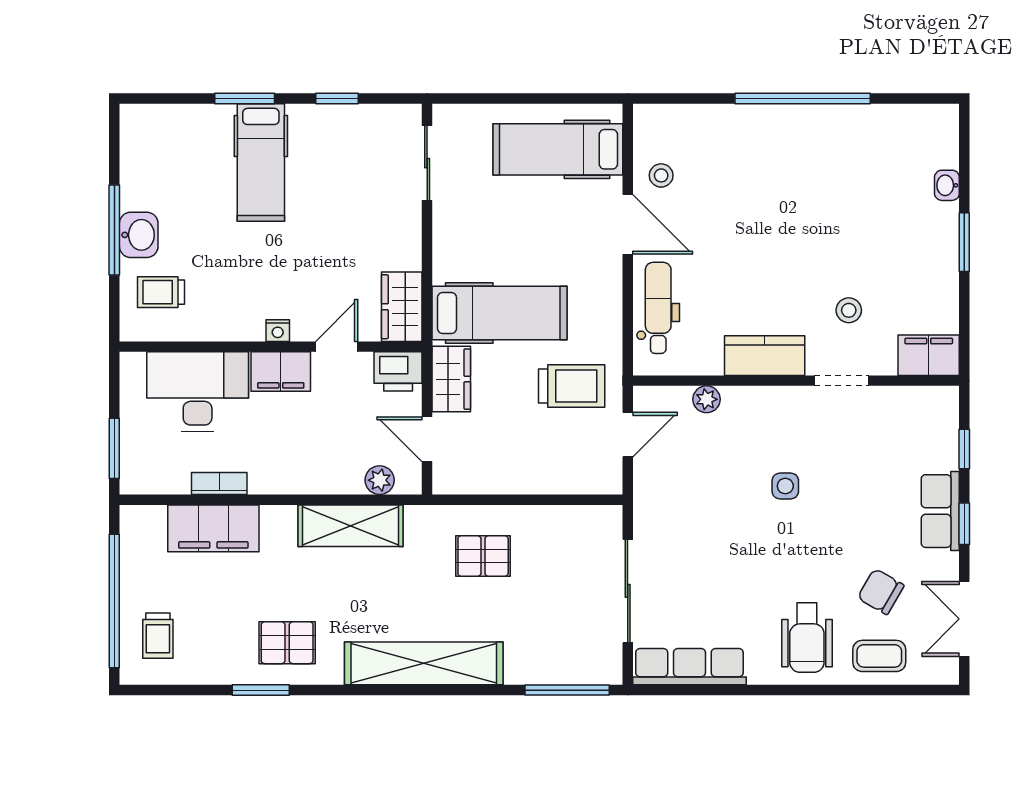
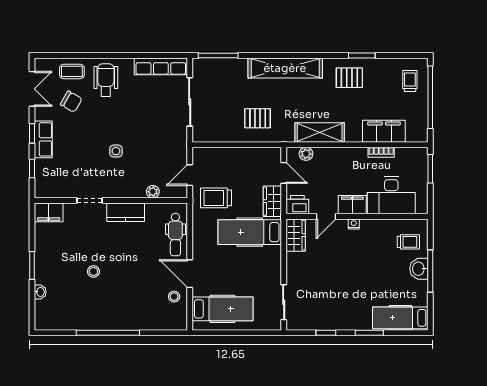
hospital bed: (261, 162) -> (400, 318), moved, turned -90
stool: (849, 310) -> (93, 271), moved

